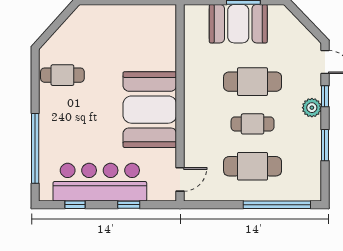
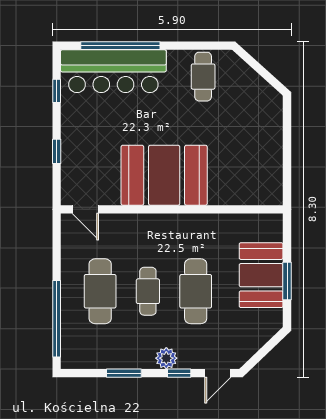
bar counter: (100, 182) -> (113, 71), moved, turned 90

